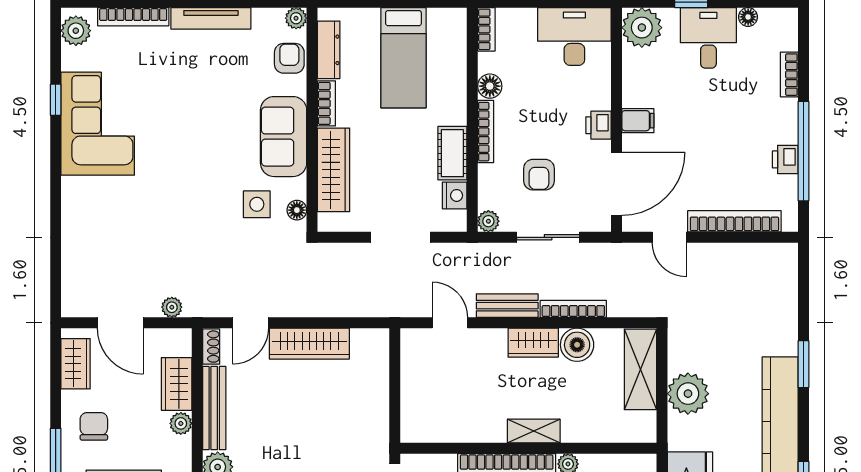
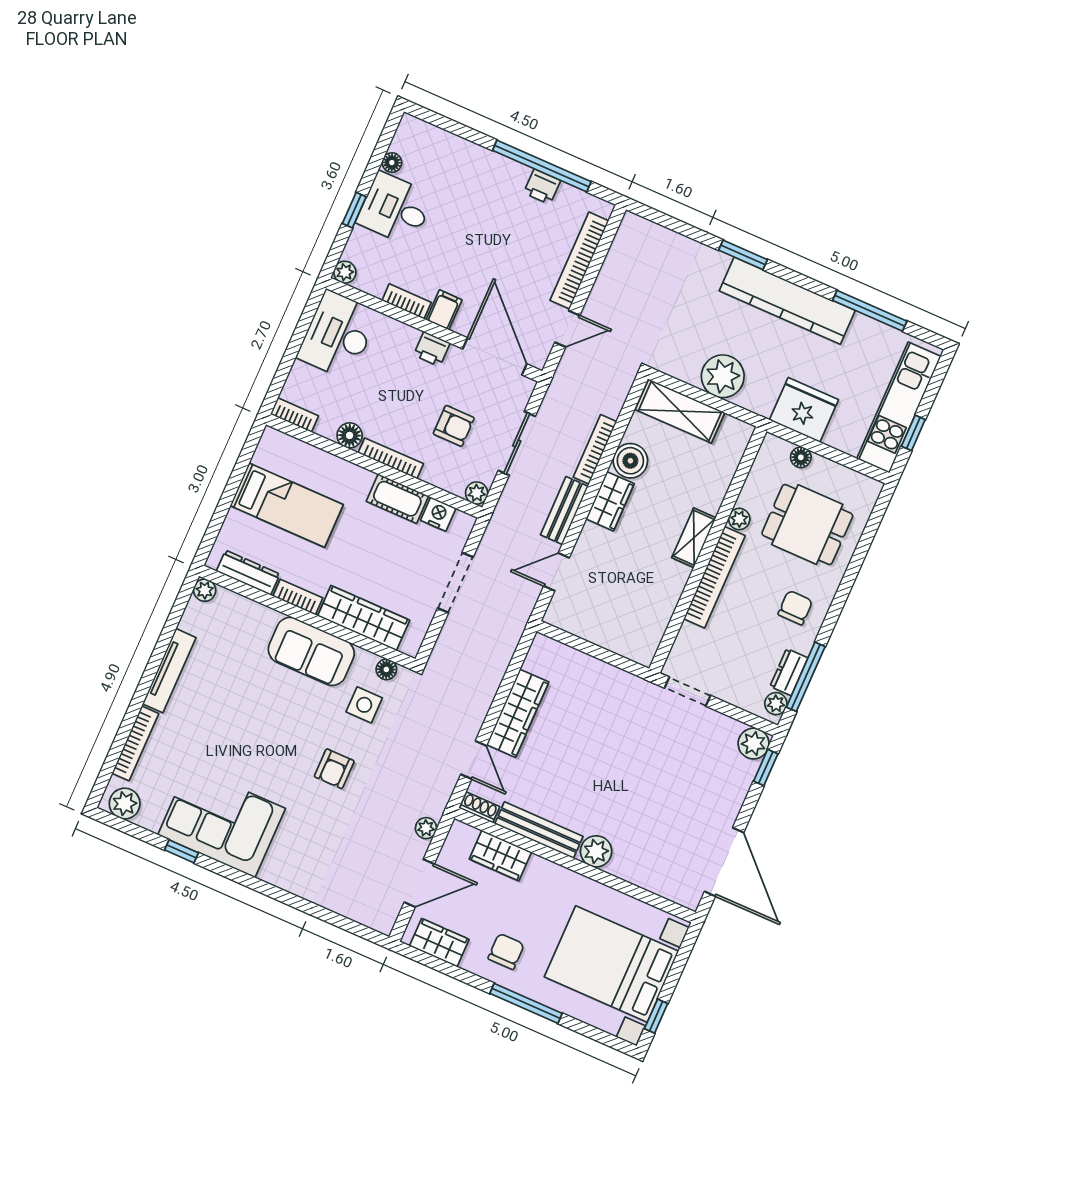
plant: (642, 28) -> (345, 272), width x0.53, depth x0.53
armchair: (289, 58) -> (334, 769), moved, turned -90
bookcase: (789, 75) -> (407, 301), moved, turned 180
plant: (181, 423) -> (540, 868), removed
chair: (94, 426) -> (506, 951), turned 90

